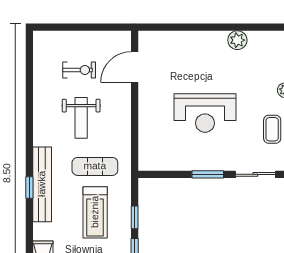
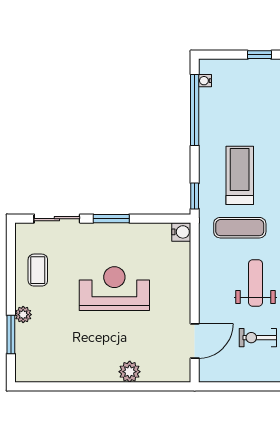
plant: (237, 40) -> (130, 372), moved
water cooler: (146, 163) -> (181, 232), added
window: (135, 217) -> (195, 196), moved

